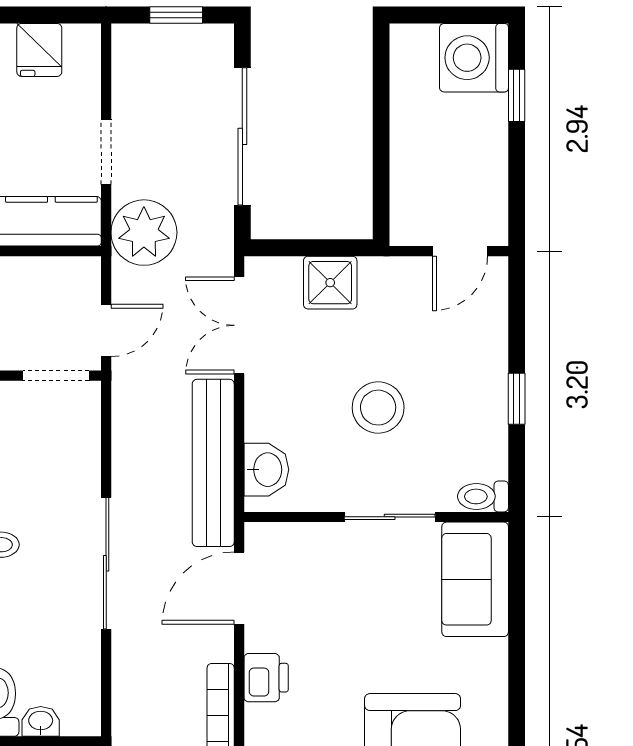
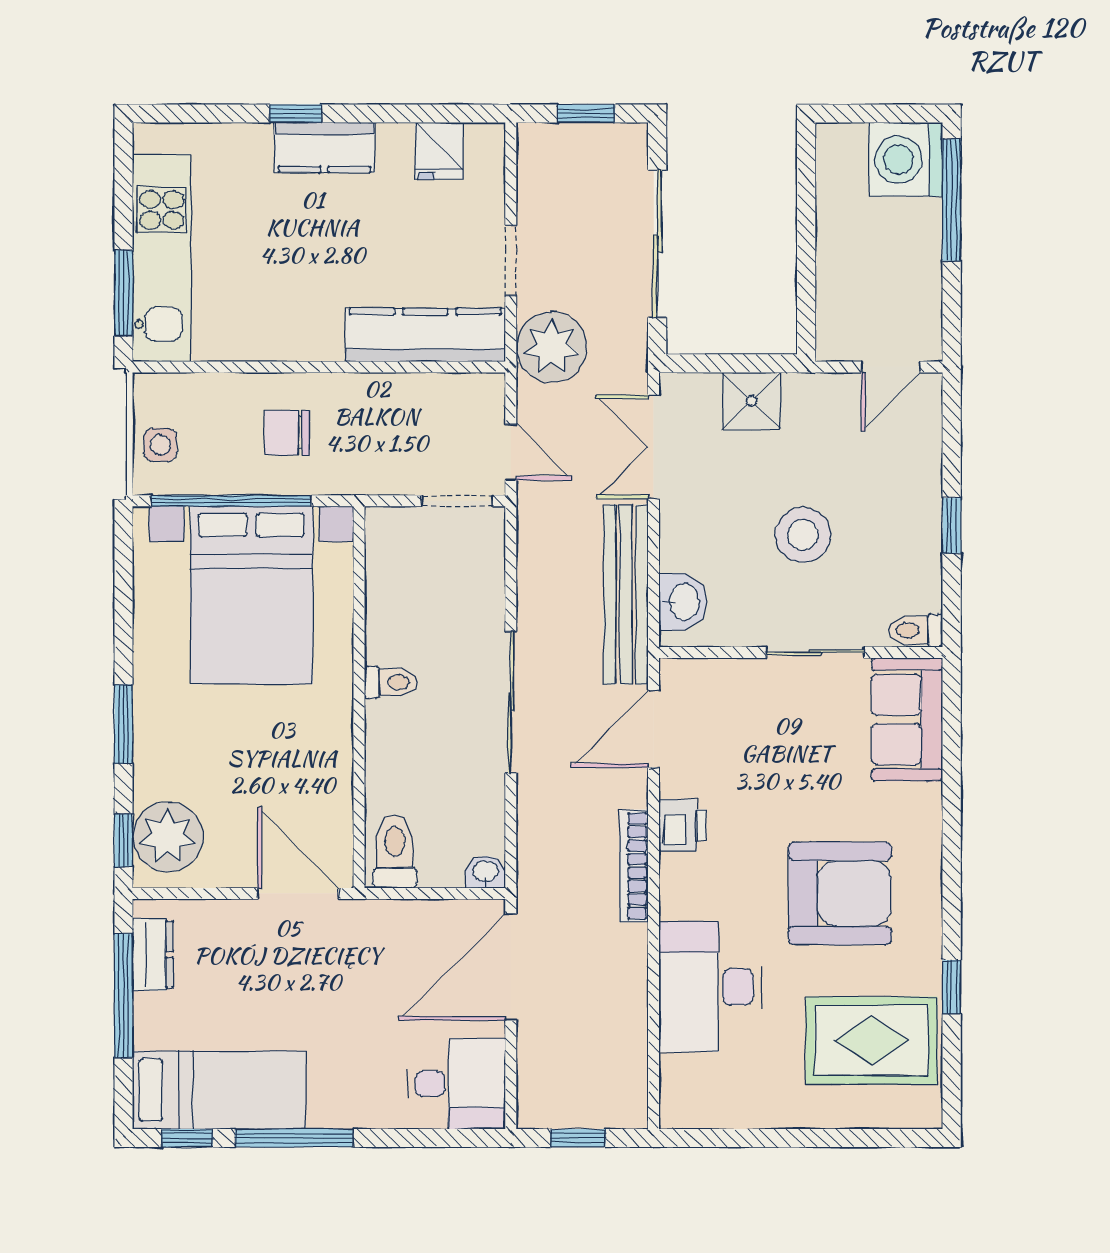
window: (517, 95) -> (952, 200), width x2.17
door: (106, 330) -> (511, 452), hinge flipped
washbasin: (41, 721) -> (486, 872), moved

